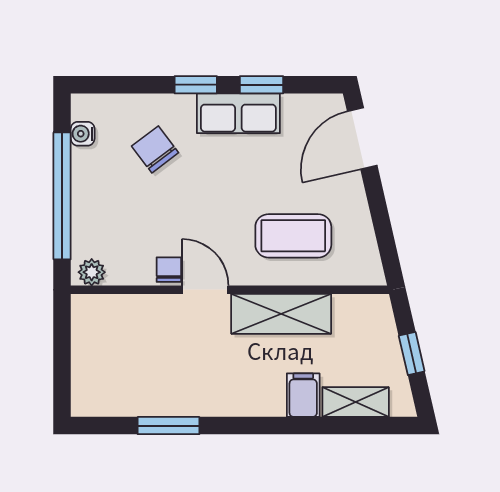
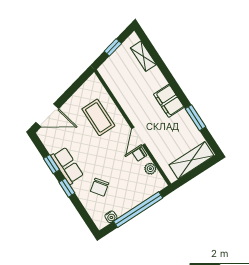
plant: (92, 272) -> (150, 169), moved
shelving: (281, 314) -> (191, 160), moved, turned 90
filing cabinet: (303, 395) -> (169, 101), moved, width x2.00

